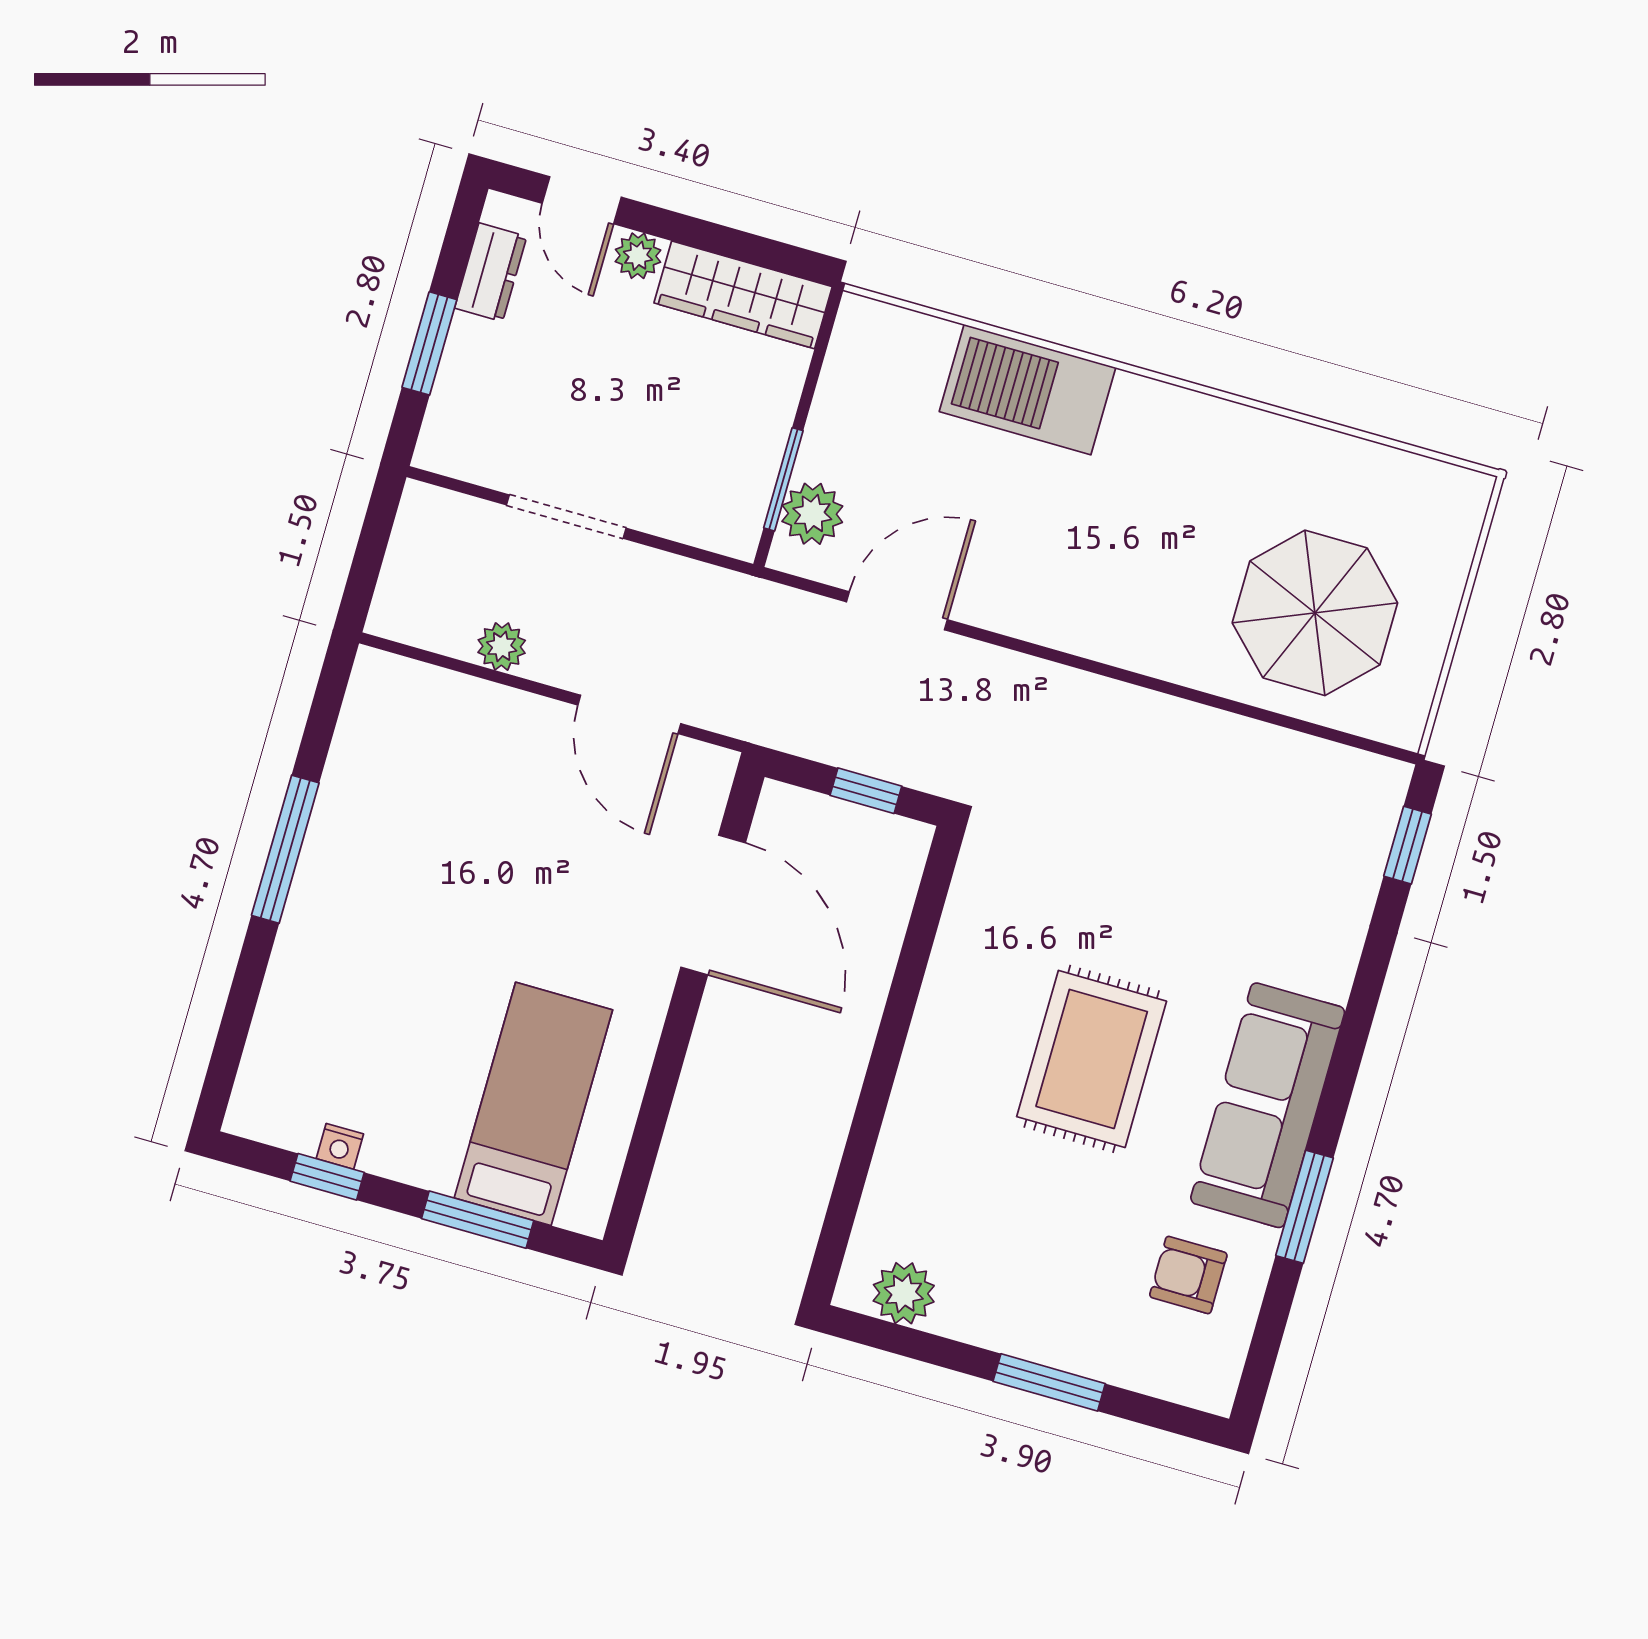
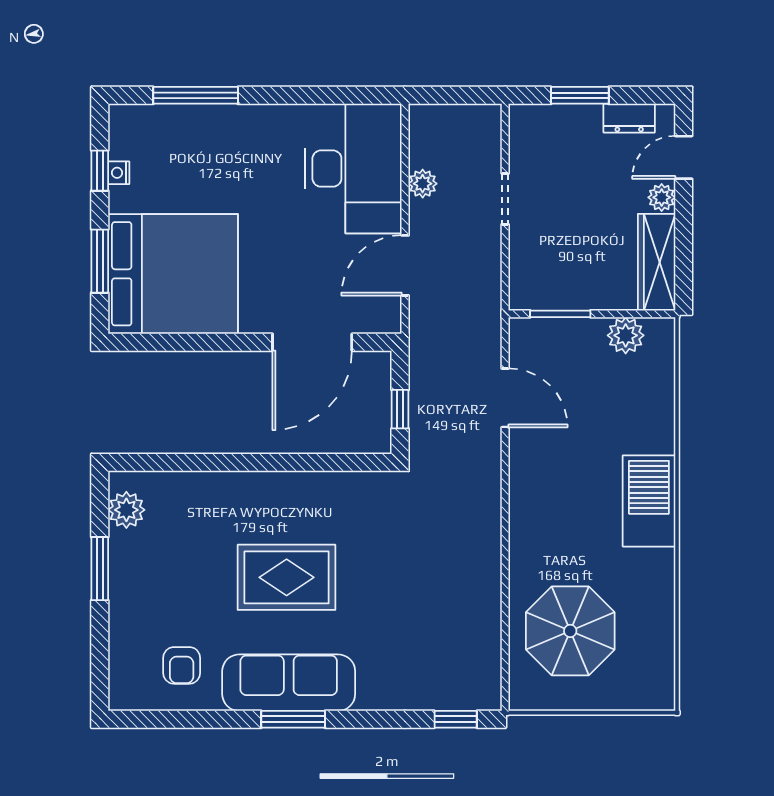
barbecue: (1028, 390) -> (649, 501), moved
plant: (812, 514) -> (626, 335), moved
doorway: (566, 517) -> (505, 199), width x0.73
desk: (444, 755) -> (353, 169), added
window: (285, 849) -> (196, 95), moved
bed: (533, 1104) -> (173, 274), width x2.04
window: (1305, 1207) -> (293, 719), moved
armchair: (1188, 1275) -> (182, 665), turned 180
window: (1049, 1382) -> (100, 569), moved

